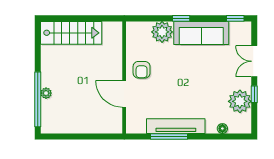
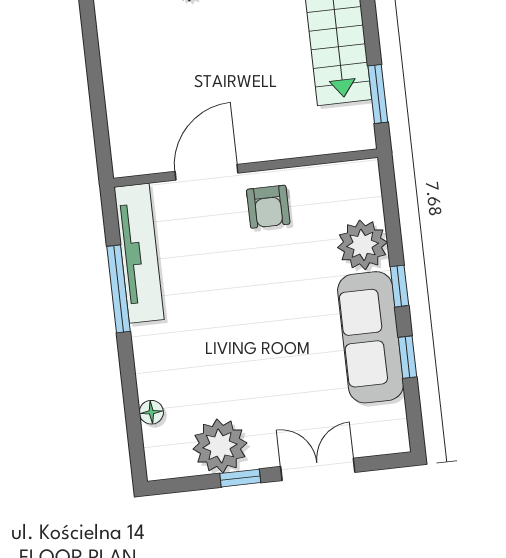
window: (99, 18) -> (378, 94), added
window: (235, 18) -> (407, 357), moved
armchair: (142, 70) -> (268, 207), turned -90
tv unit: (176, 126) -> (139, 253), moved

